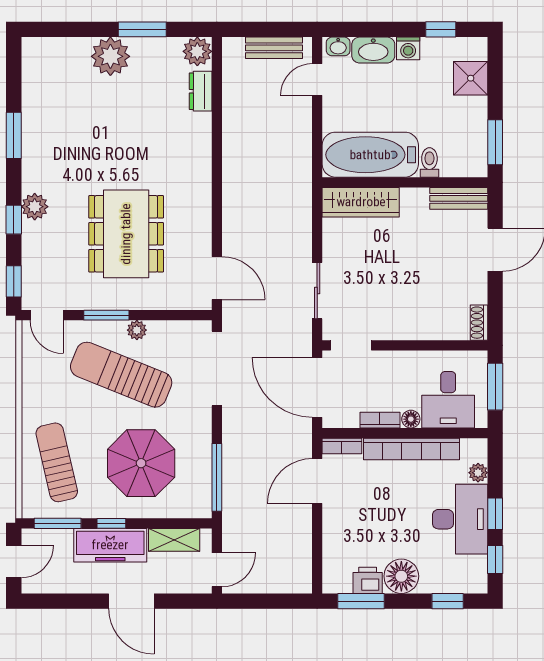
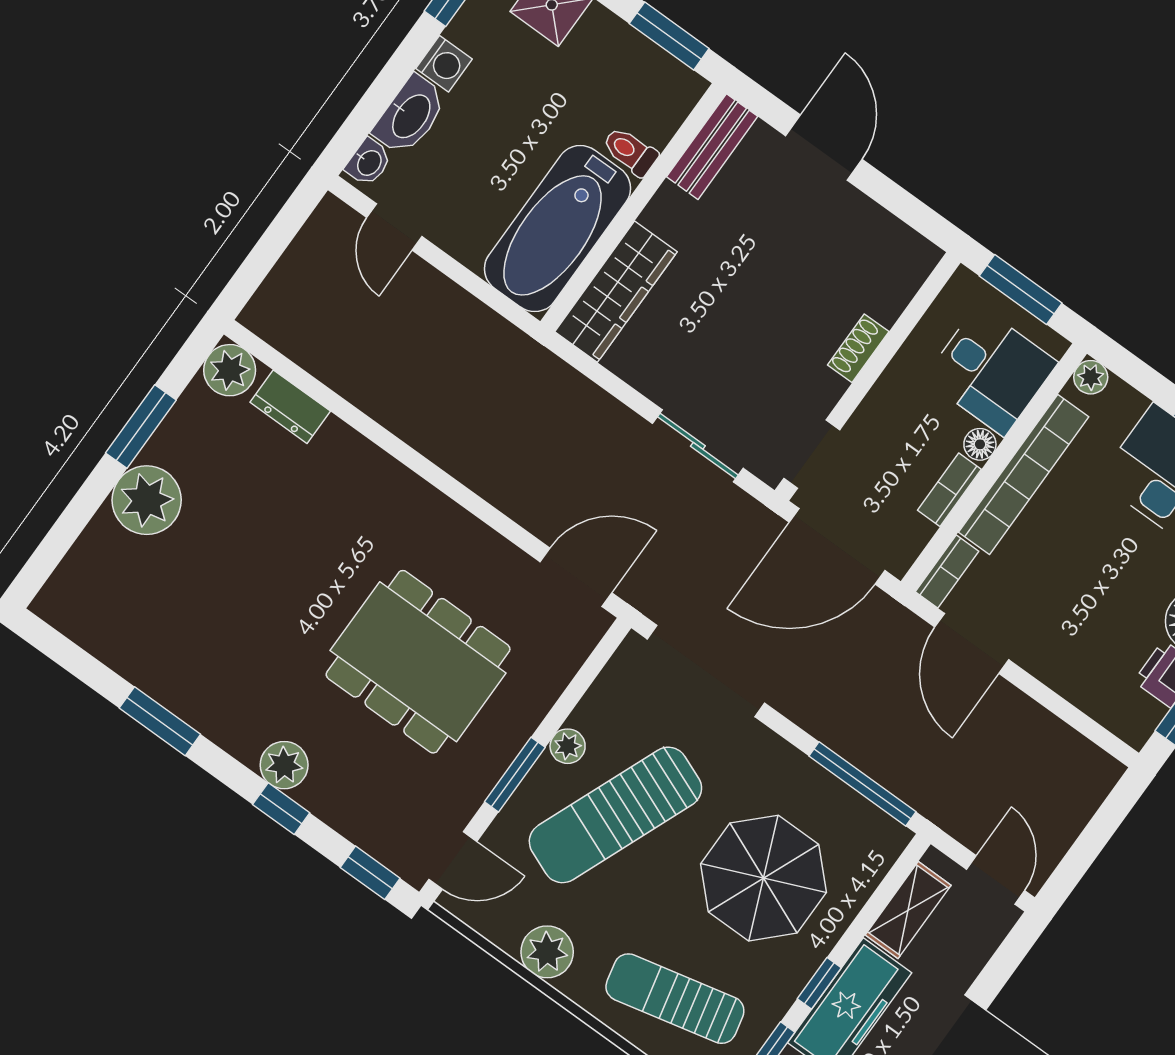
bench: (274, 48) -> (304, 256), removed
shoe rack: (479, 323) -> (858, 348), moved, turned 90
plant: (36, 389) -> (547, 952), added
plant: (478, 473) -> (1091, 377), moved

